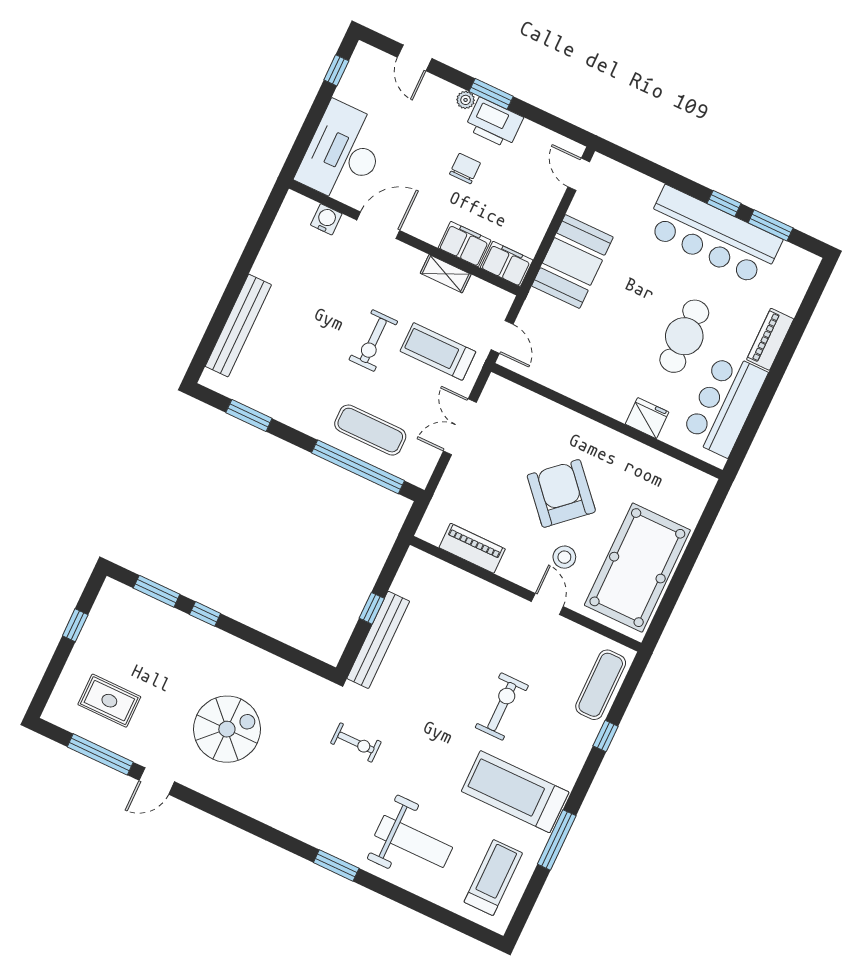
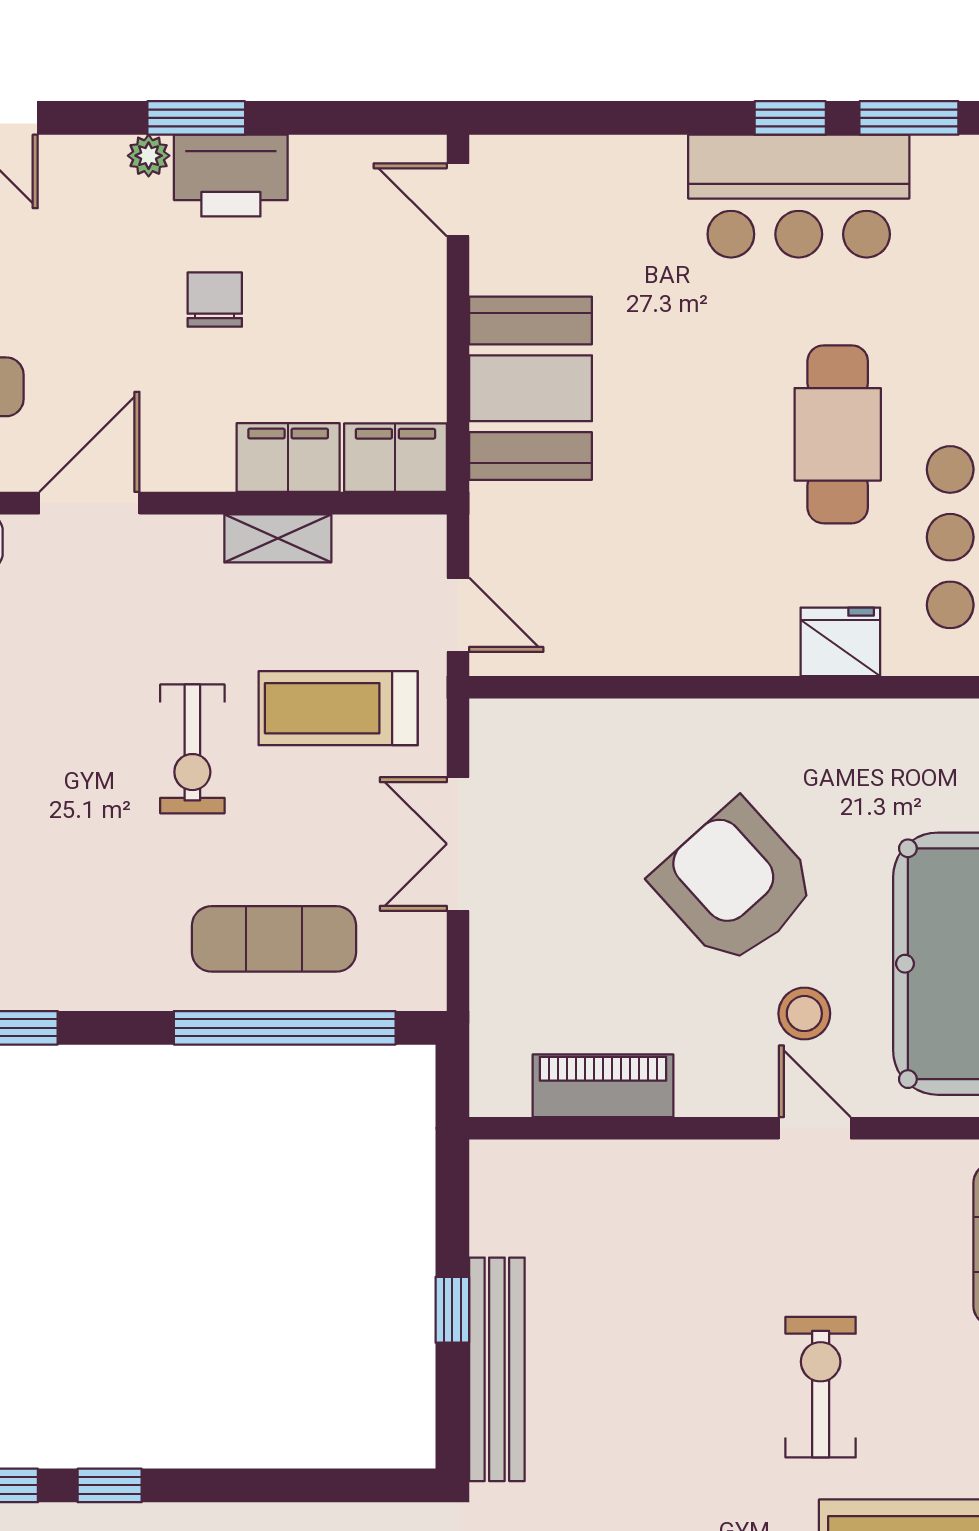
bar counter: (713, 236) -> (799, 196), width x0.73

